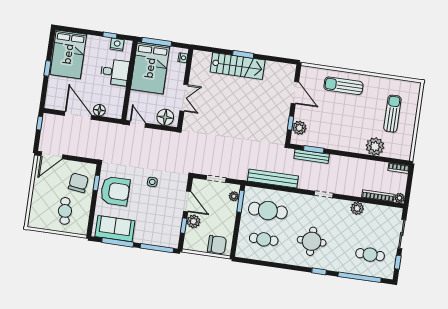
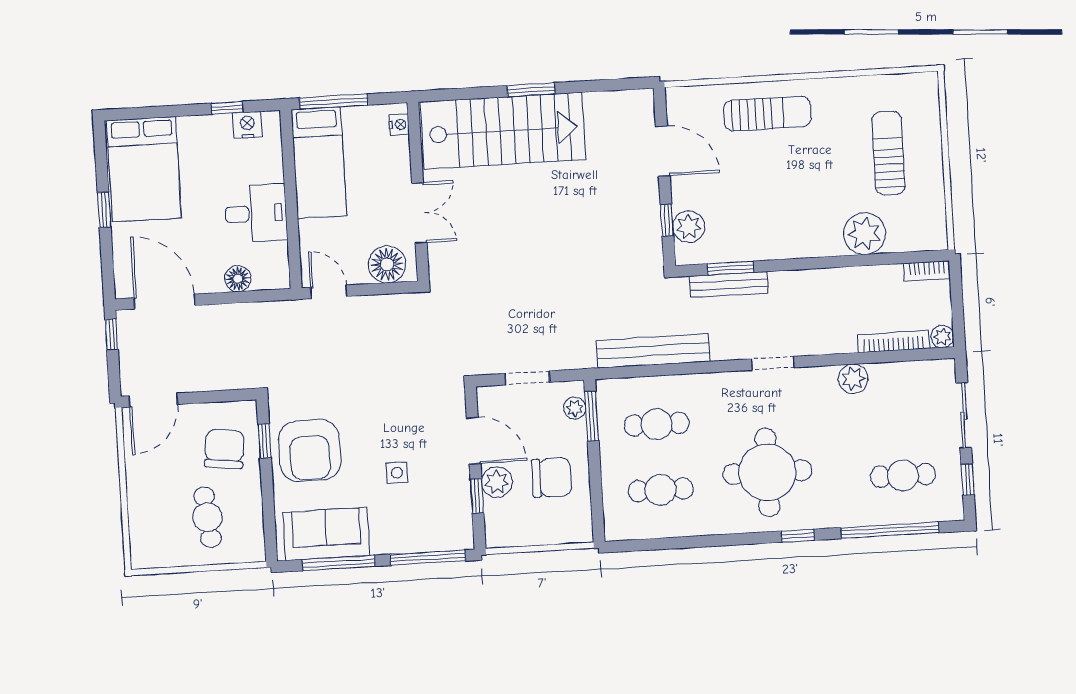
stairs: (238, 66) -> (503, 131), width x1.36, depth x1.51
bed: (150, 68) -> (319, 163), width x0.67
desk: (115, 72) -> (256, 213), moved
sun lounger: (343, 86) -> (767, 114), turned 180
door: (78, 115) -> (165, 302), moved
side table: (152, 182) -> (397, 473), moved
armchair: (115, 191) -> (310, 451), turned 90
cafe table: (268, 211) -> (657, 424), width x0.73, depth x0.74
round table: (312, 241) -> (767, 472), width x1.36, depth x1.36
chair: (217, 245) -> (552, 478), moved

